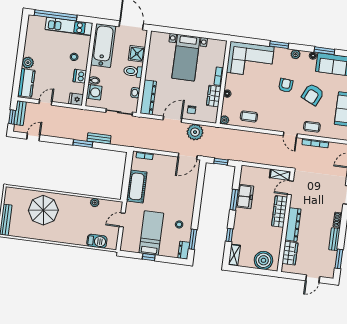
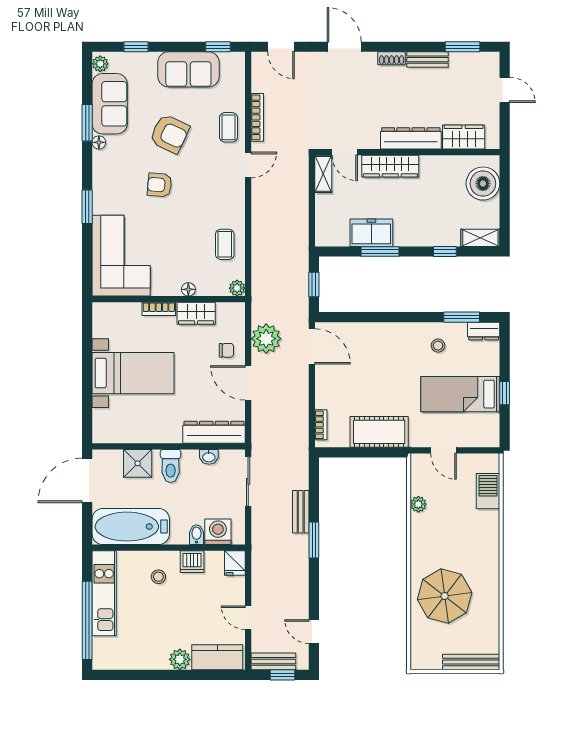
plant: (296, 54) -> (101, 175), removed

